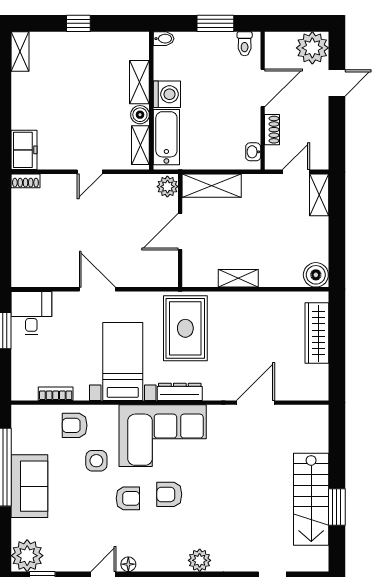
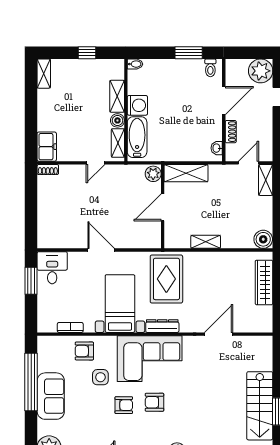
bidet: (164, 39) -> (135, 64), moved
shelving: (139, 82) -> (117, 96), moved
washing machine: (167, 94) -> (137, 105), moved
wall: (151, 101) -> (126, 110), moved
boiler: (140, 115) -> (117, 120), moved
bathtub: (166, 137) -> (137, 137), moved
shelving: (140, 145) -> (118, 143), moved

